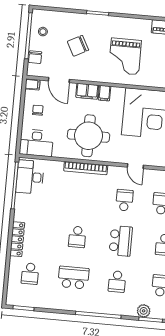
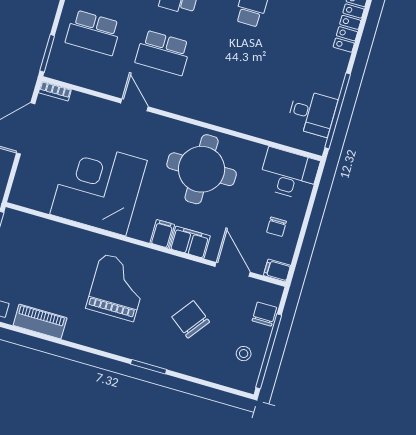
chair: (78, 46) -> (191, 319), turned -115
bookcase: (86, 168) -> (216, 117), removed
desk: (30, 177) -> (312, 113), width x0.73
school desk: (124, 200) -> (163, 53), width x1.85

